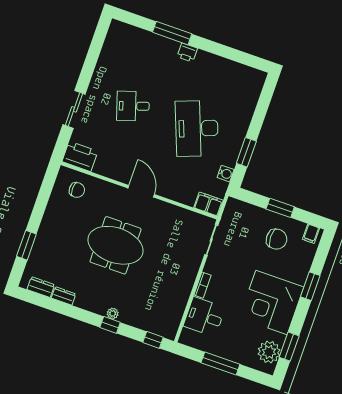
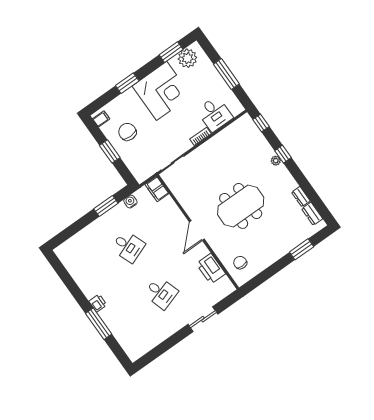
desk: (197, 128) -> (128, 246), width x0.53, depth x0.77
printer: (80, 156) -> (211, 269), moved
meeting table: (116, 245) -> (241, 206), turned 90

